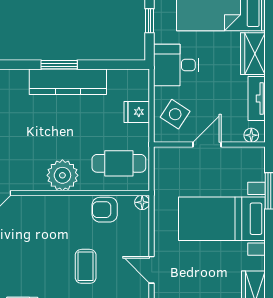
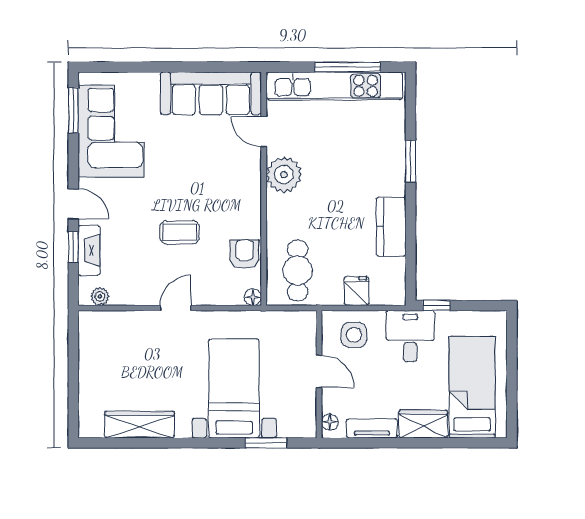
window: (149, 21) -> (437, 306), moved
window: (59, 65) -> (411, 161), moved
kitchen counter: (68, 82) -> (391, 227), width x0.67
side table: (175, 114) -> (354, 335), turned -33
plant: (62, 175) -> (284, 175), moved

